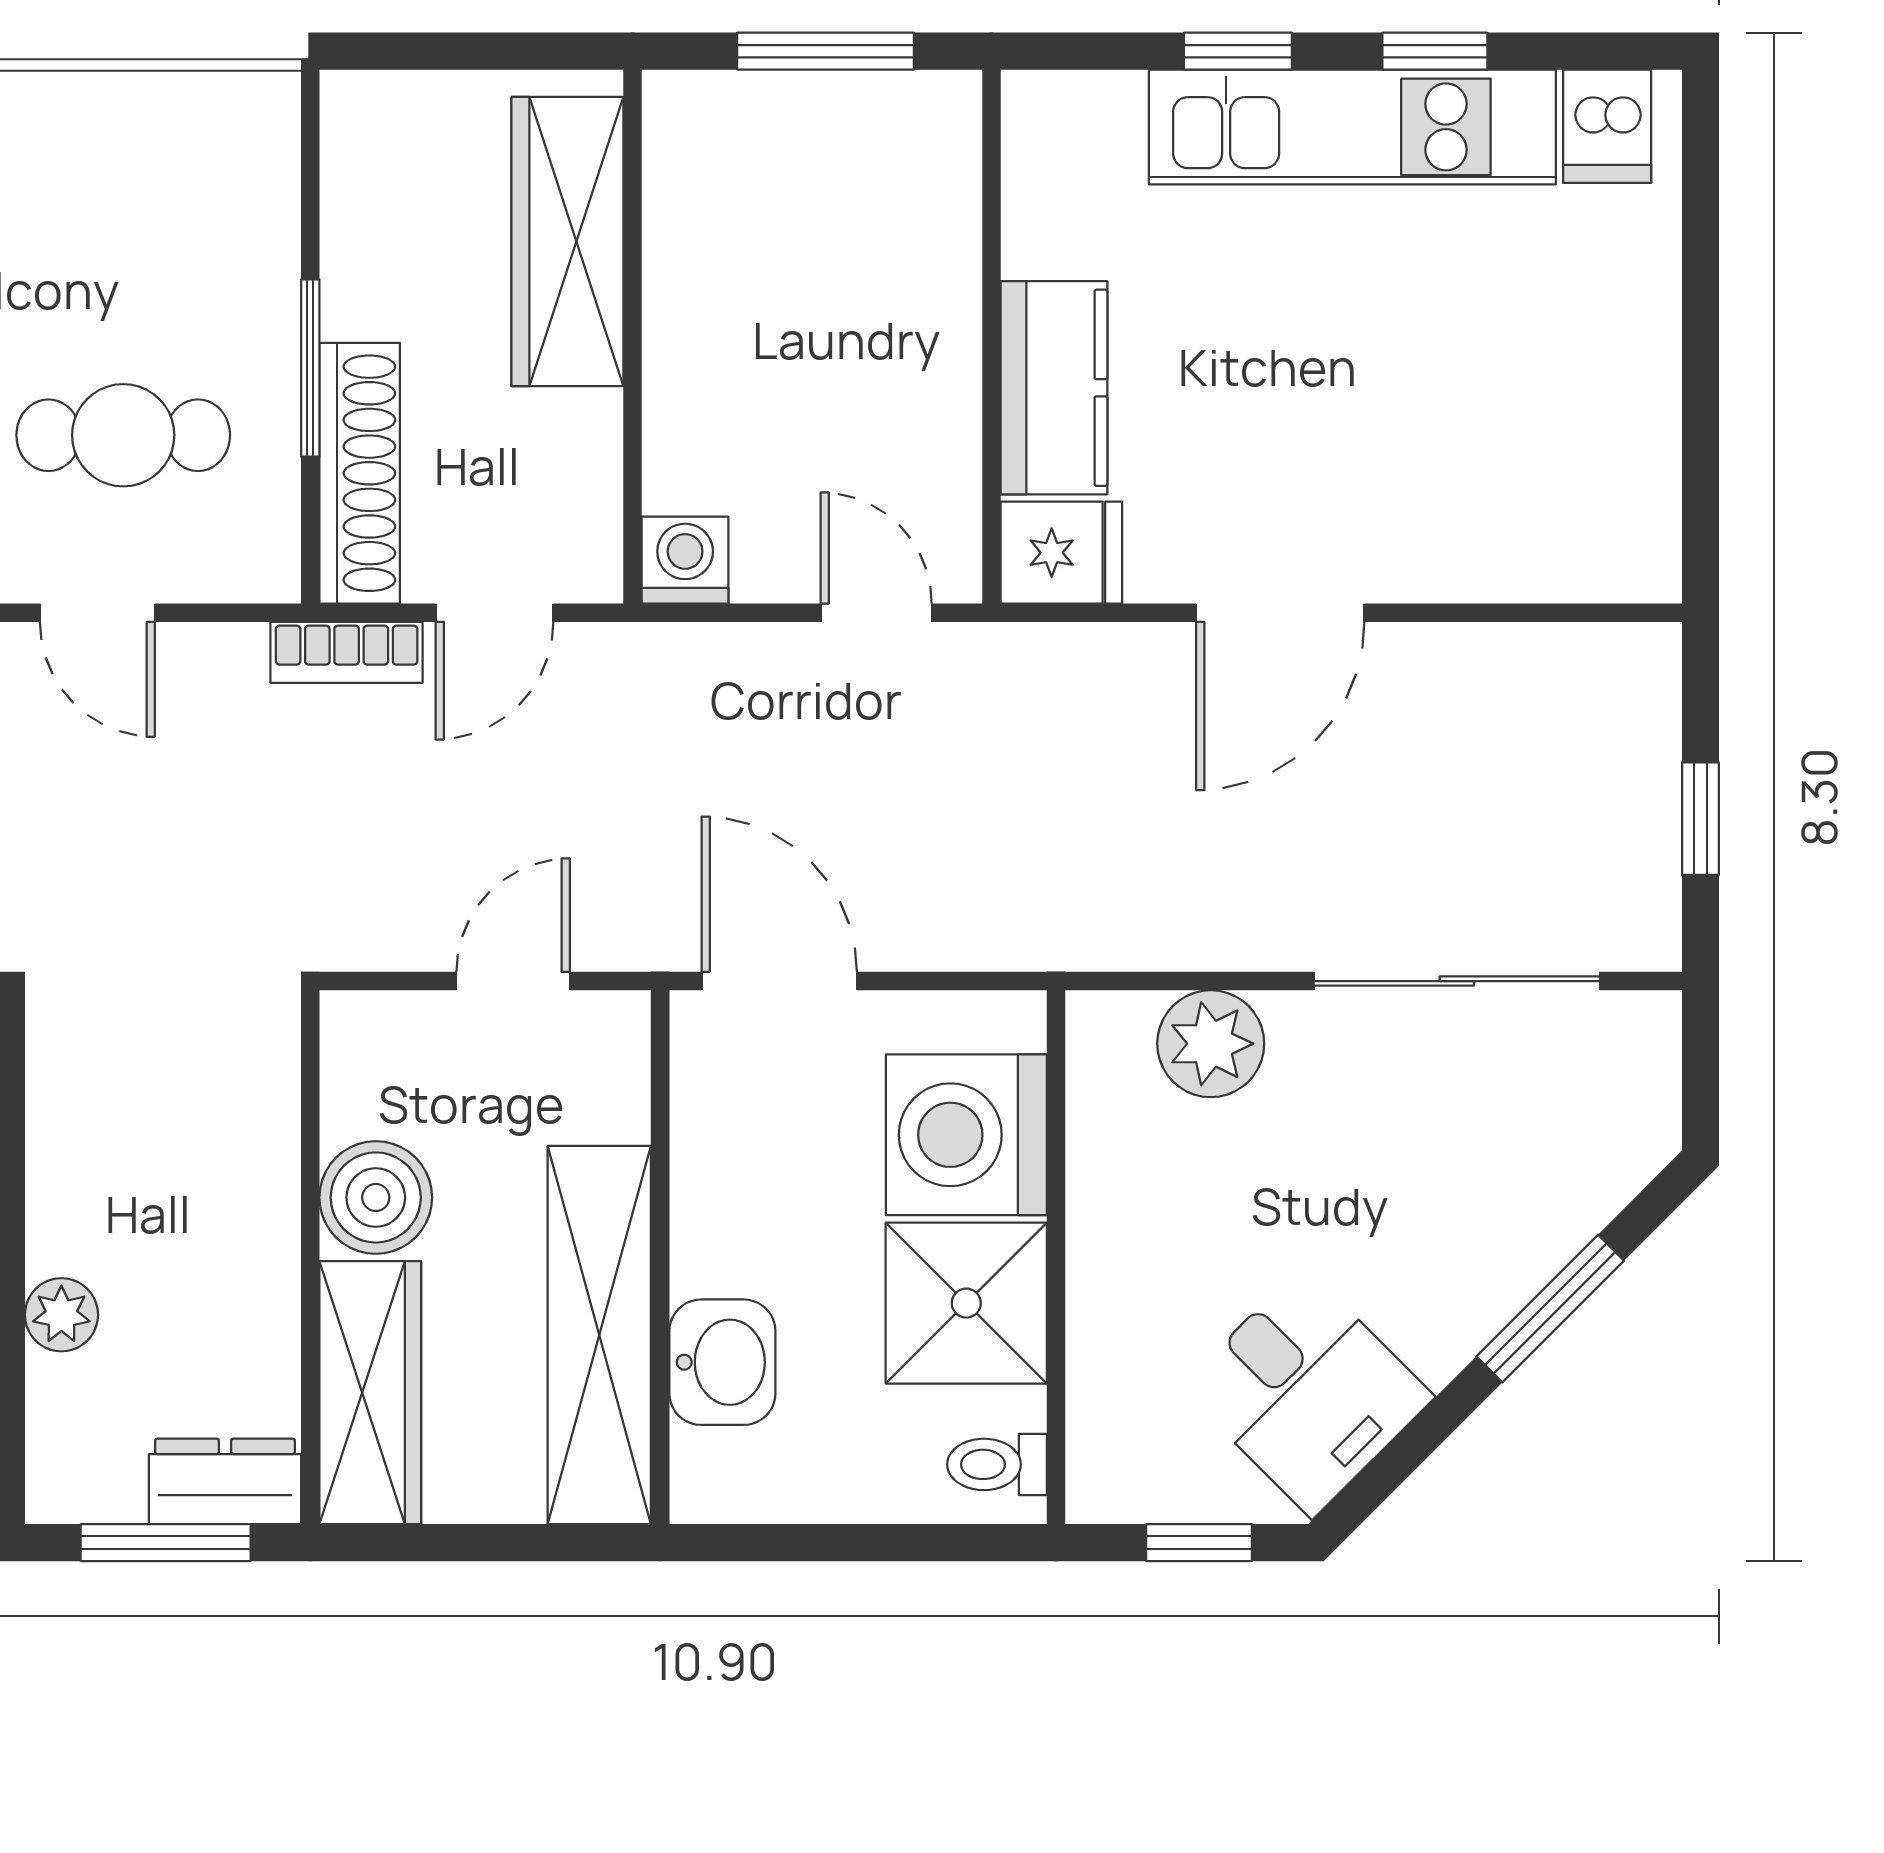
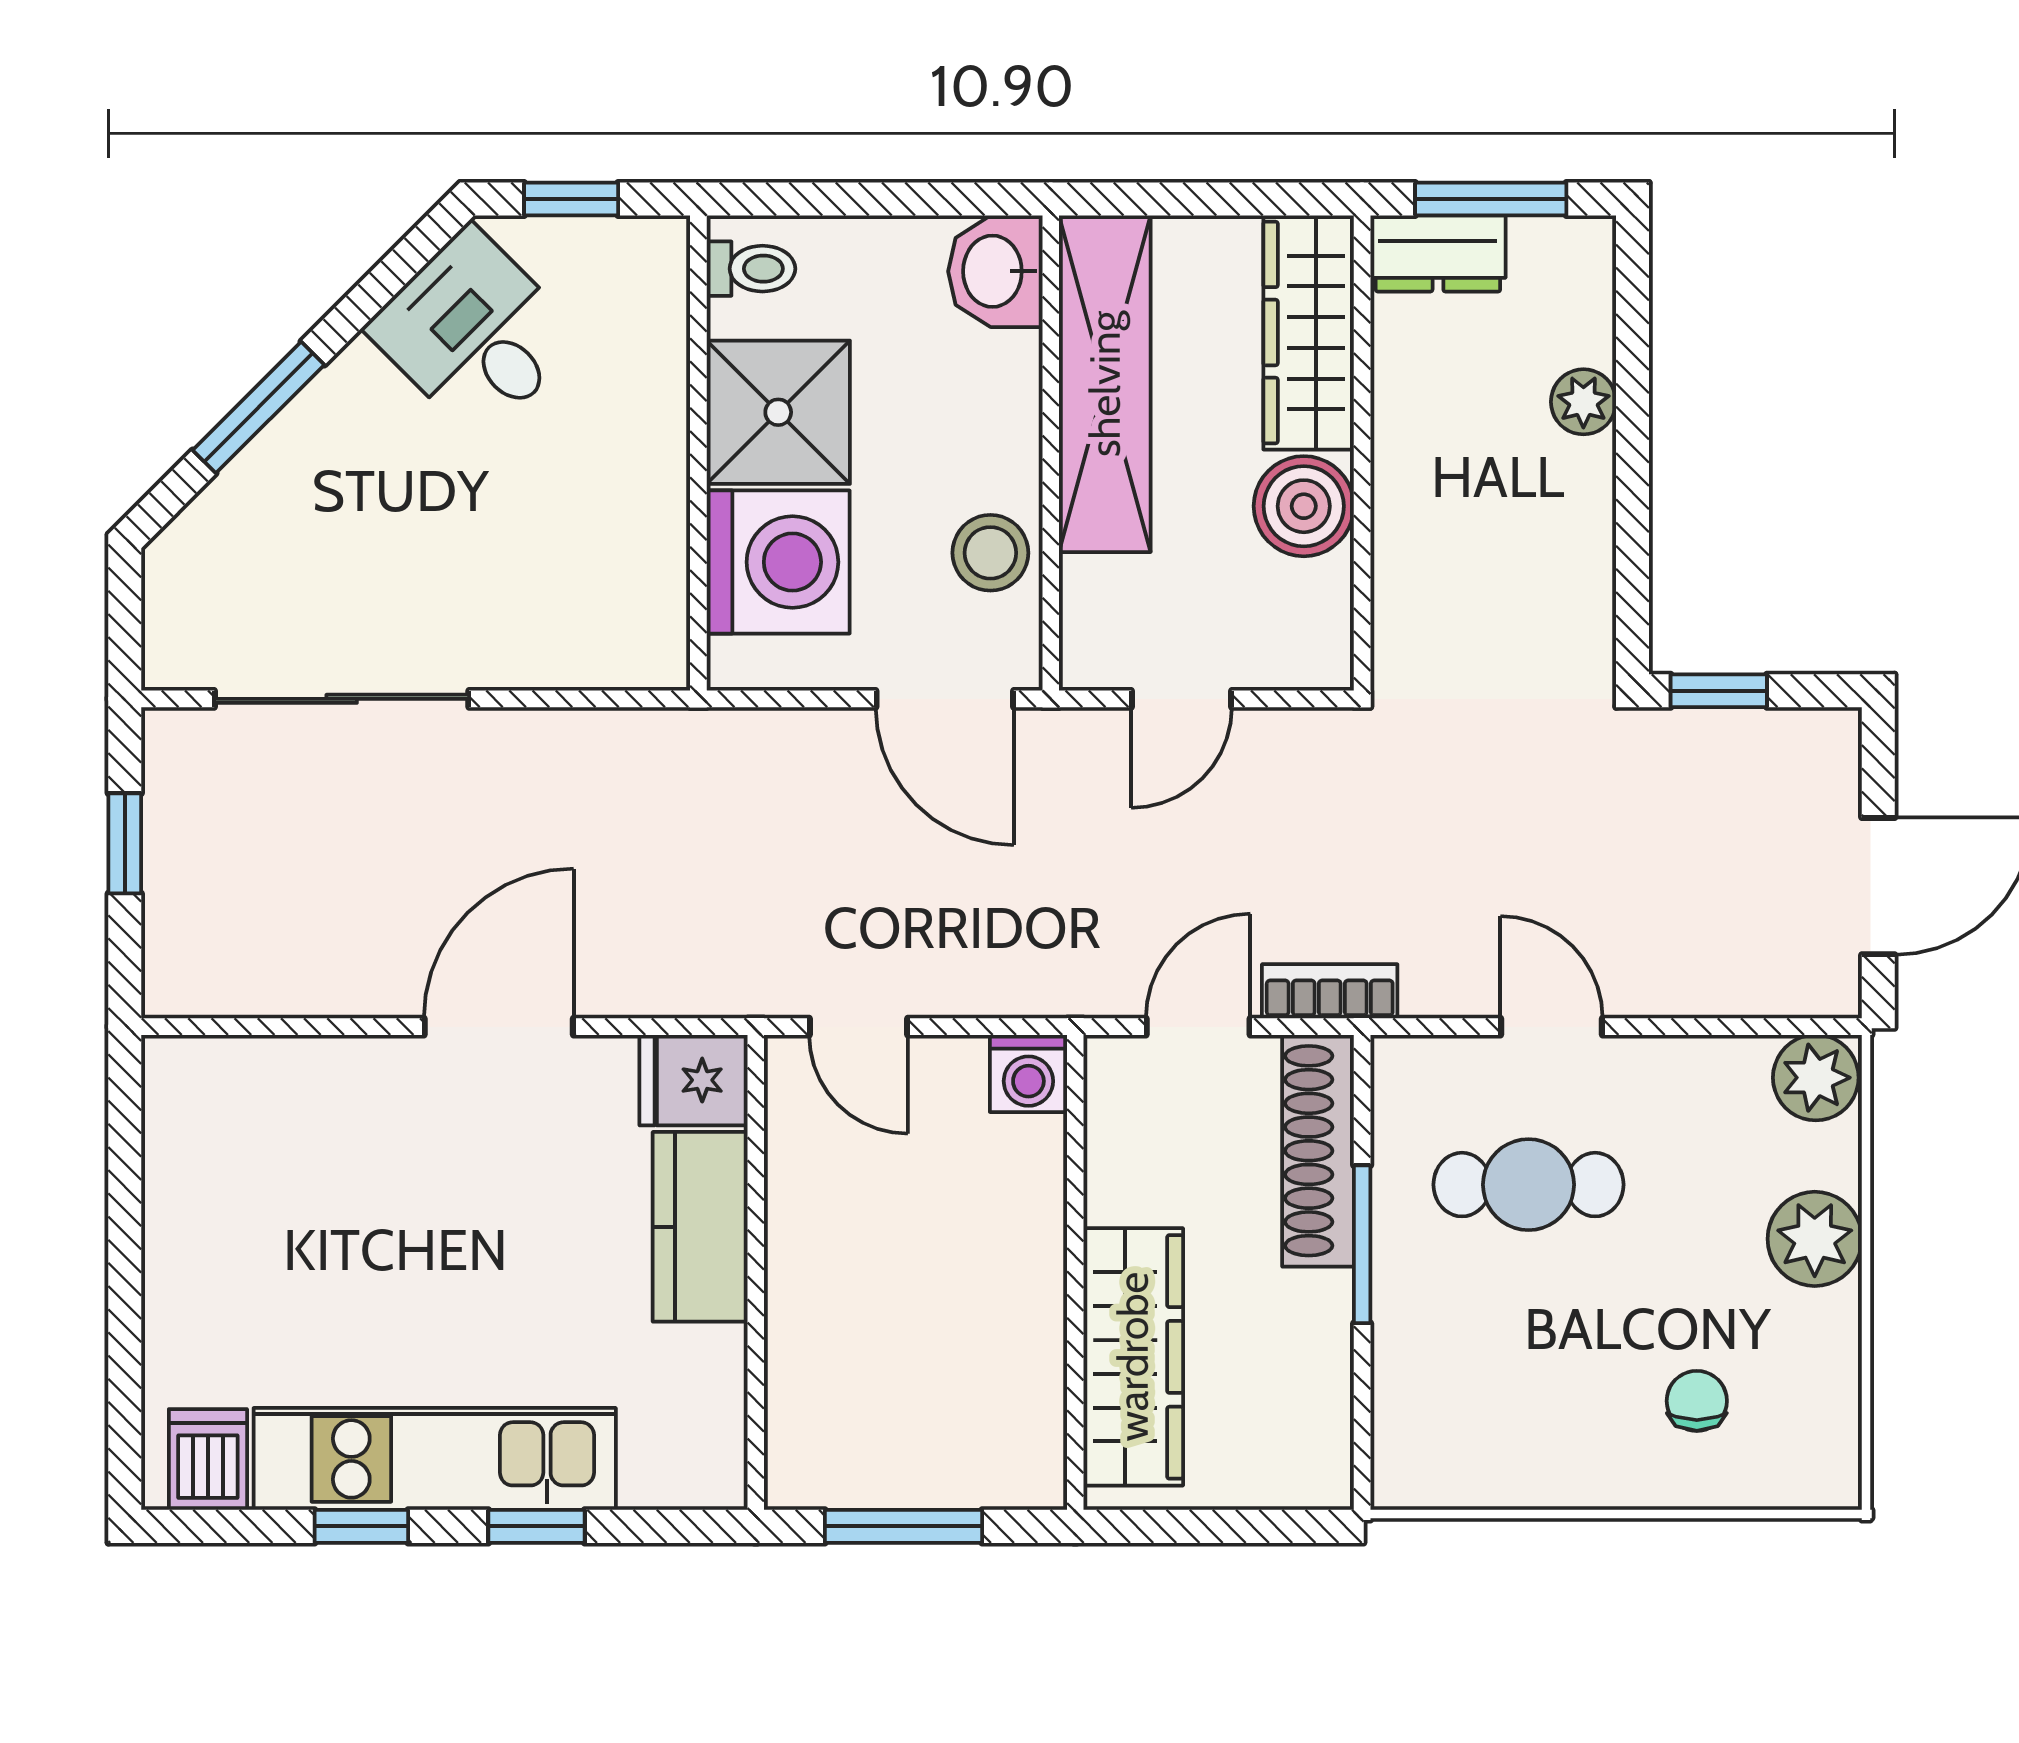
plant: (1211, 1044) -> (561, 643), removed
stool: (728, 1145) -> (990, 553), added
washbasin: (722, 1362) -> (995, 271), moved

